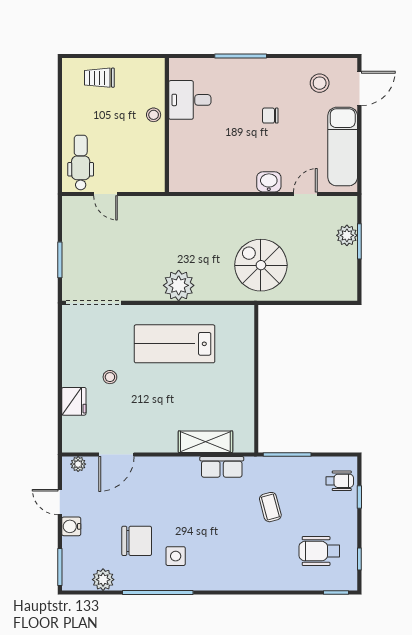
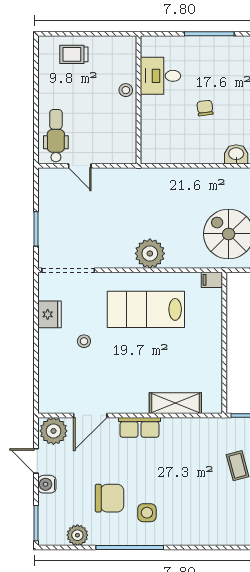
chair: (270, 116) -> (205, 108), moved, turned 83
filing cabinet: (243, 313) -> (212, 280), added
fridge: (74, 401) -> (49, 314), moved
plant: (78, 464) -> (53, 431), width x1.88, depth x1.88
row of seats: (222, 467) -> (139, 427), moved

